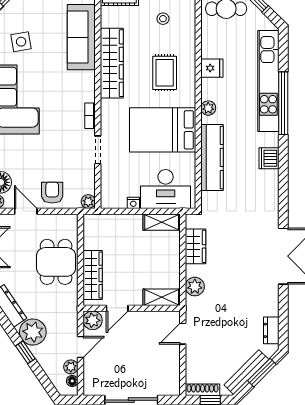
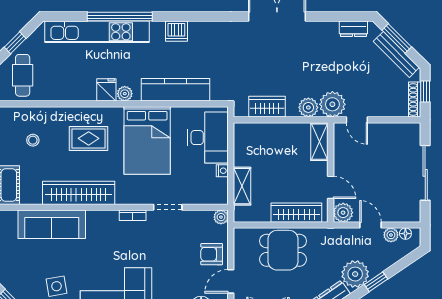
fridge: (212, 68) -> (106, 90), moved
shelving: (162, 222) -> (242, 186), moved
plant: (198, 310) -> (332, 104), added

